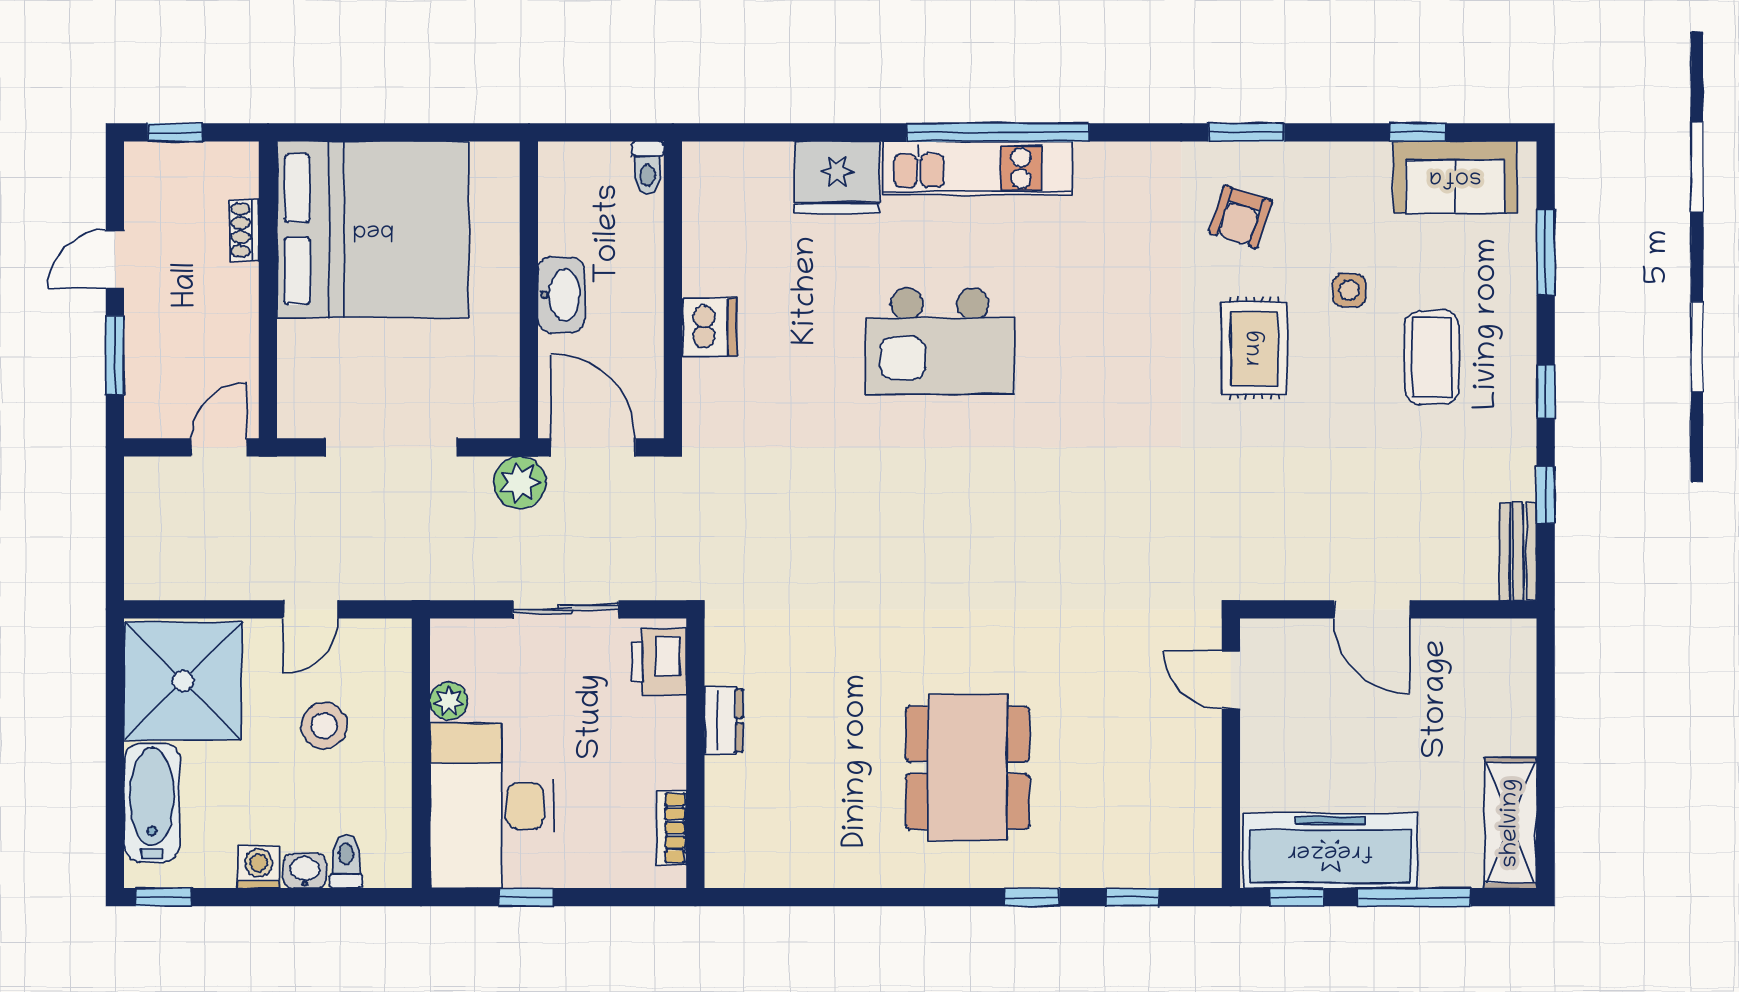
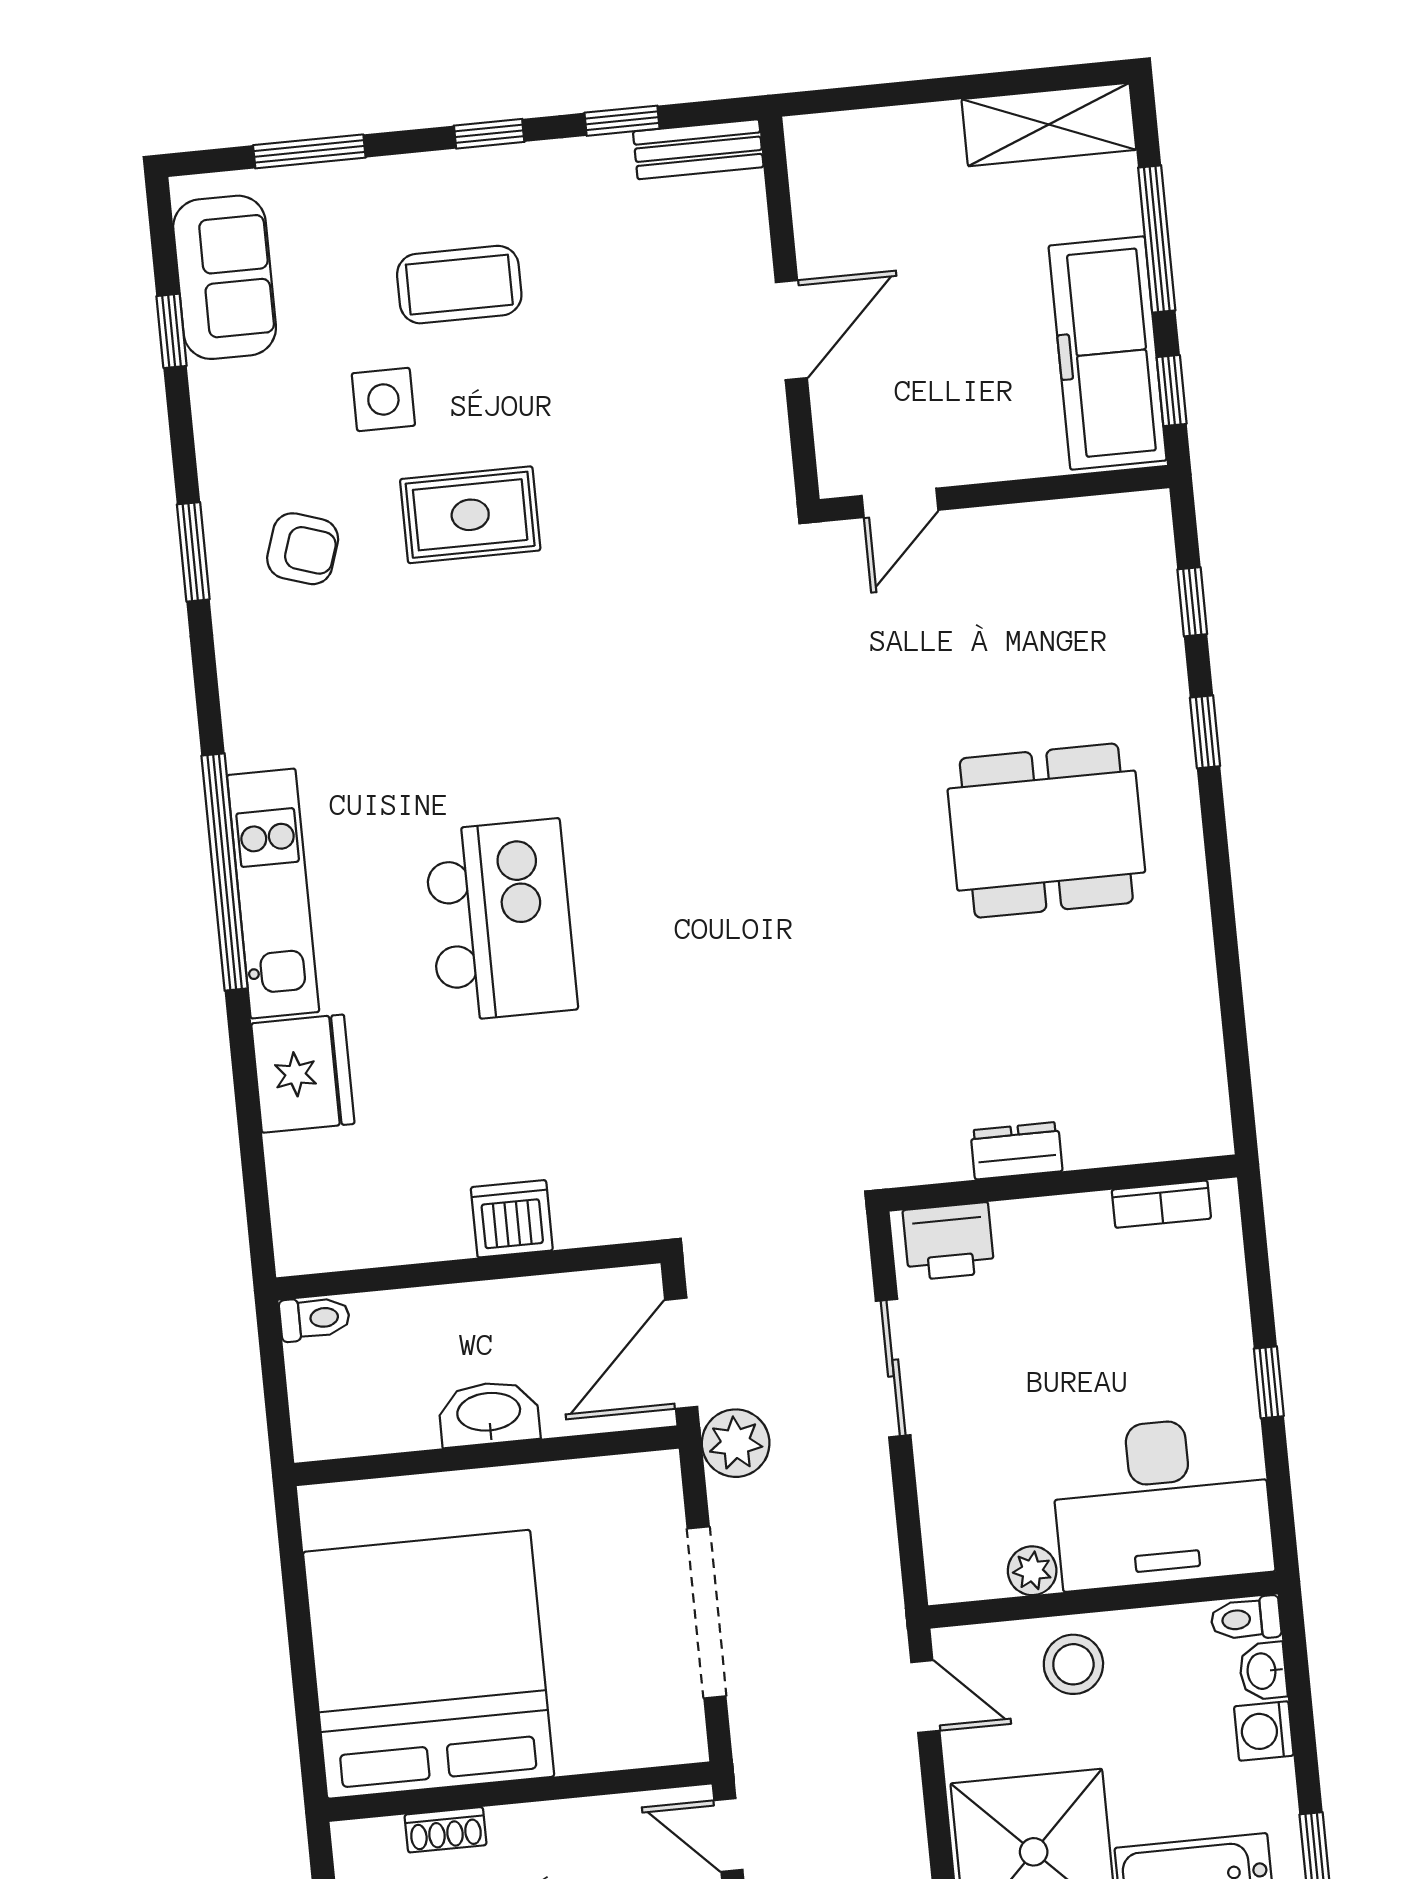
side table: (1349, 290) -> (383, 399), width x1.37, depth x1.37
plant: (449, 701) -> (1032, 1571), moved
wall: (421, 753) -> (1103, 1600), moved
desk: (492, 806) -> (1162, 1502), moved

